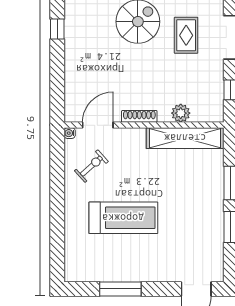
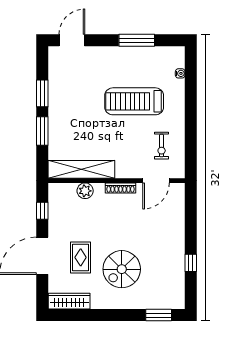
water cooler: (70, 133) -> (180, 73), moved
exercise bike: (91, 166) -> (162, 146), turned -48

